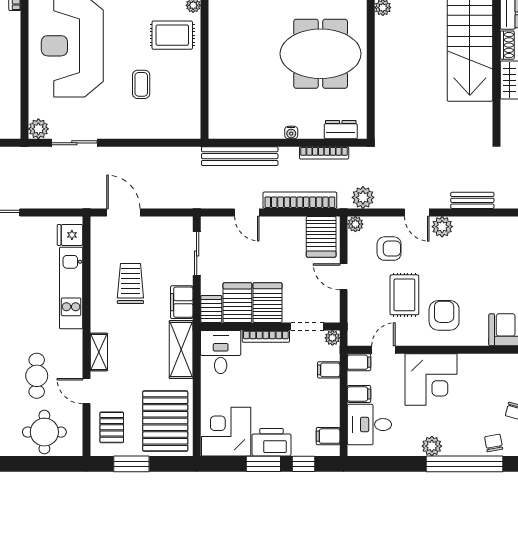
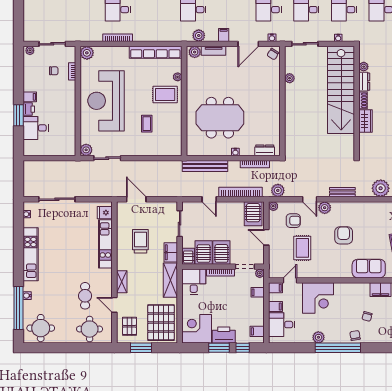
meeting table: (321, 54) -> (220, 118), moved
armchair: (444, 315) -> (344, 235), moved

